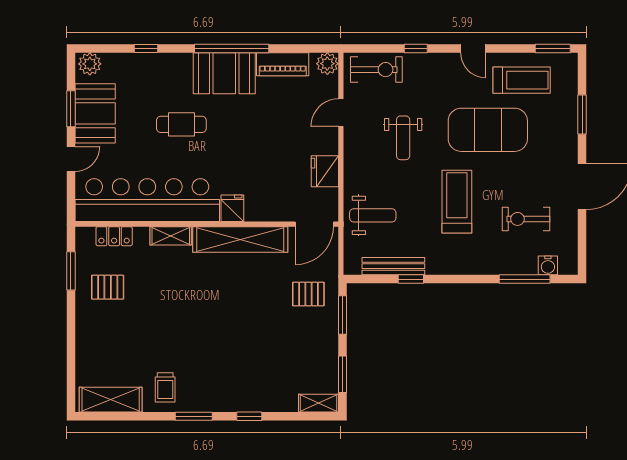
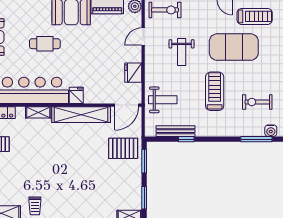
pallet: (308, 294) -> (123, 148), width x1.50, depth x1.42

